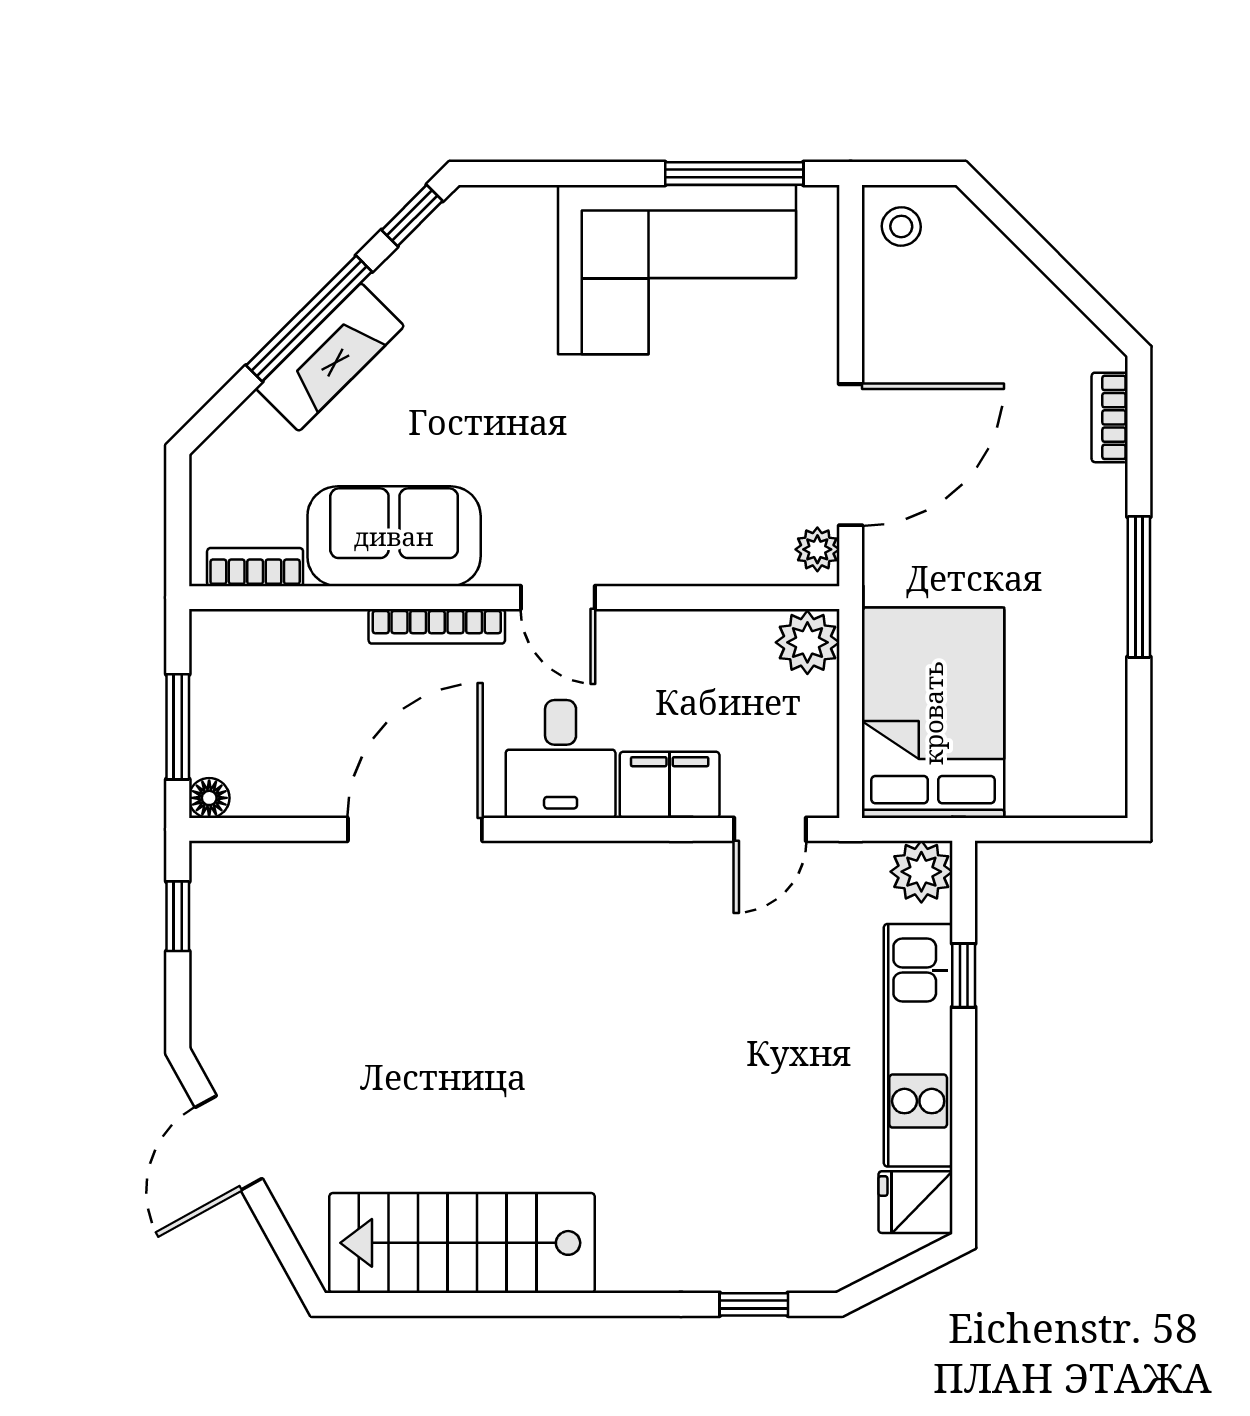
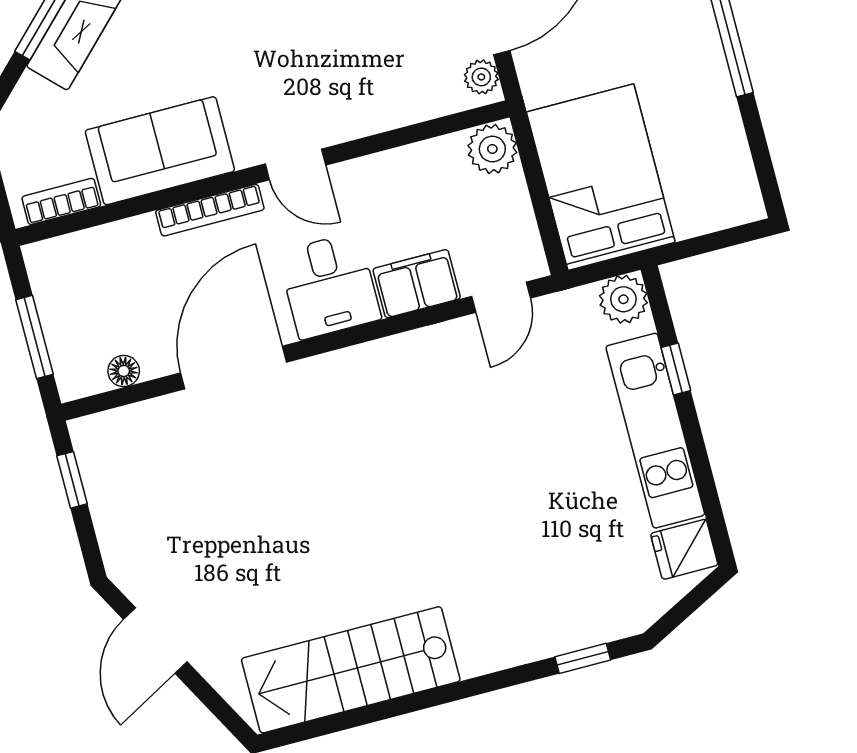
floor lamp: (209, 798) -> (124, 371), moved

